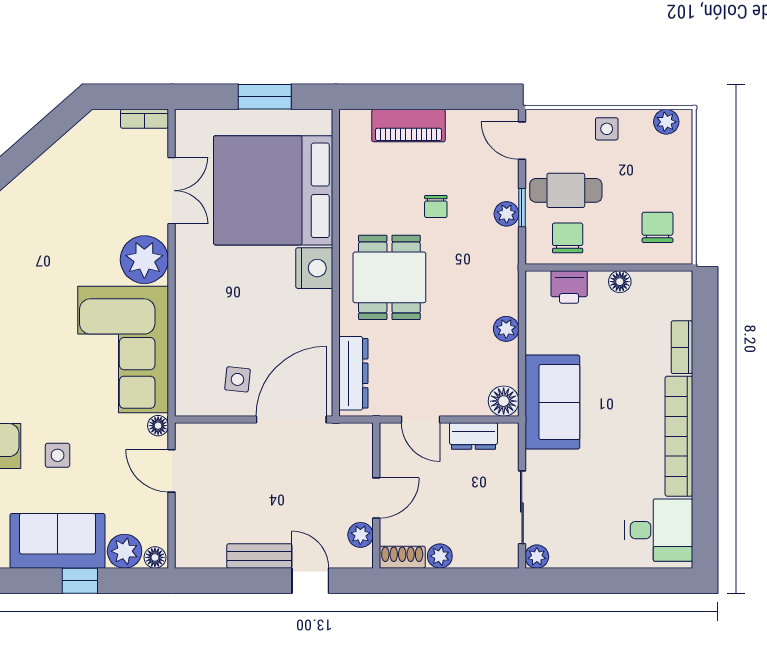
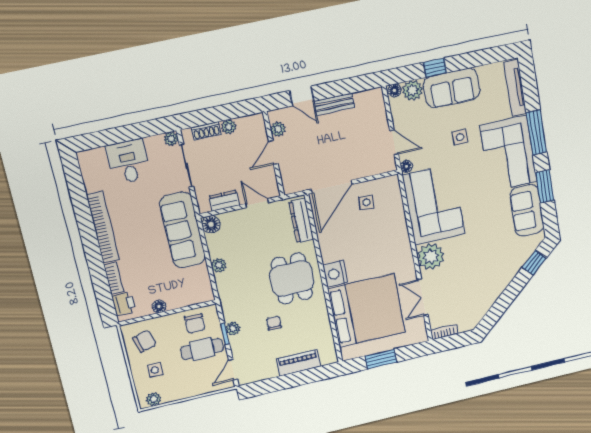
side table: (607, 129) -> (155, 370), moved
door: (522, 141) -> (233, 370), swing flipped
chair: (658, 227) -> (144, 341), turned -106
printer: (569, 287) -> (124, 304), moved, turned 90
sofa: (552, 402) -> (182, 230), width x1.36
desk: (659, 530) -> (128, 162), moved, turned 90
shoe rack: (402, 557) -> (206, 131), moved

